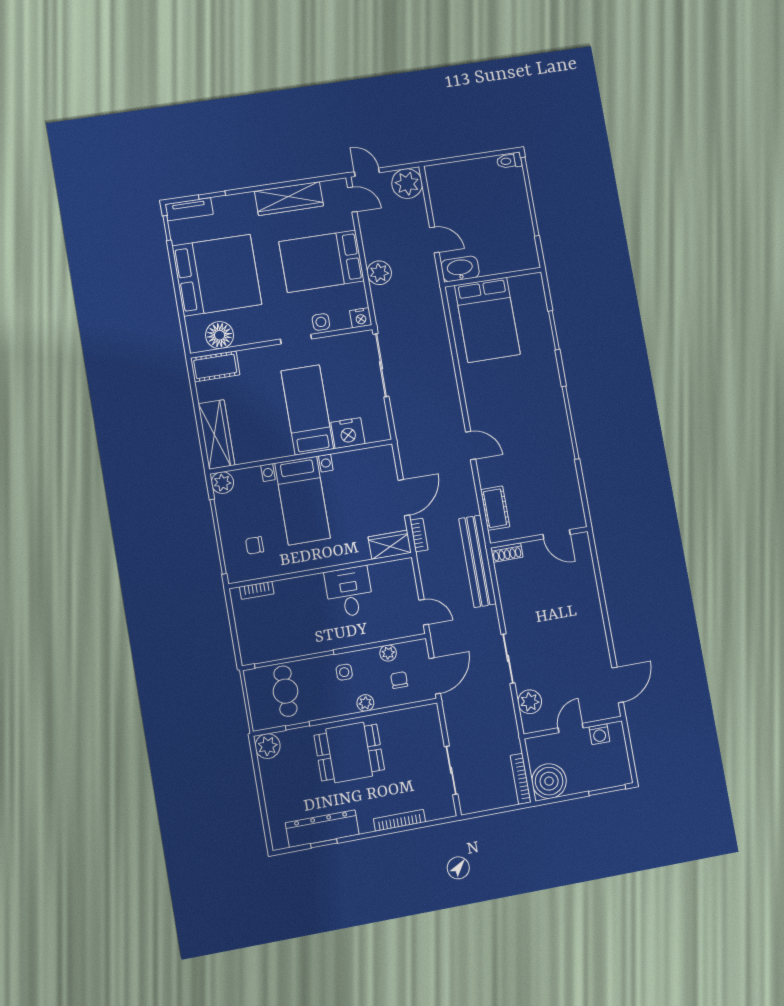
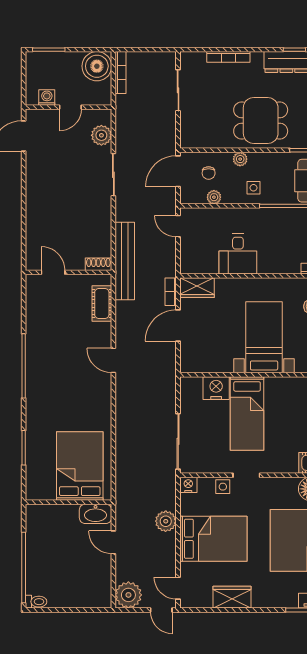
wardrobe: (289, 198) -> (232, 597), width x0.67

